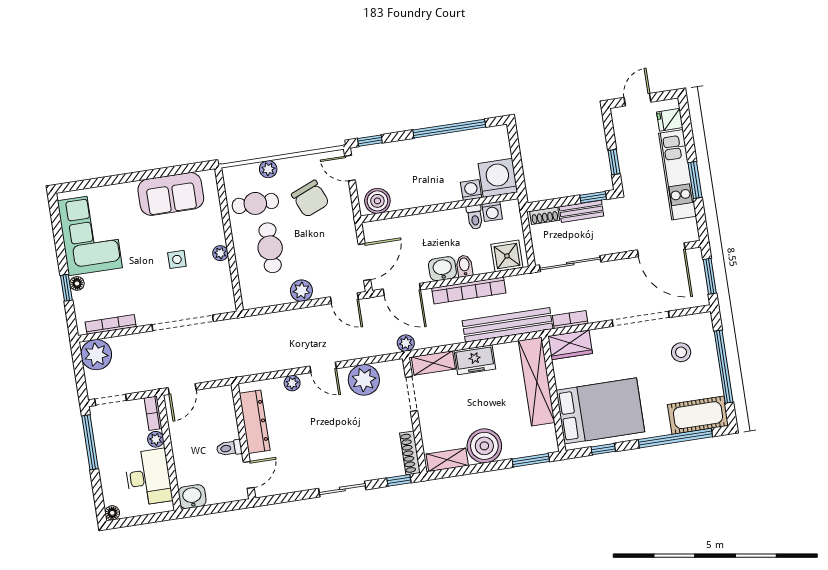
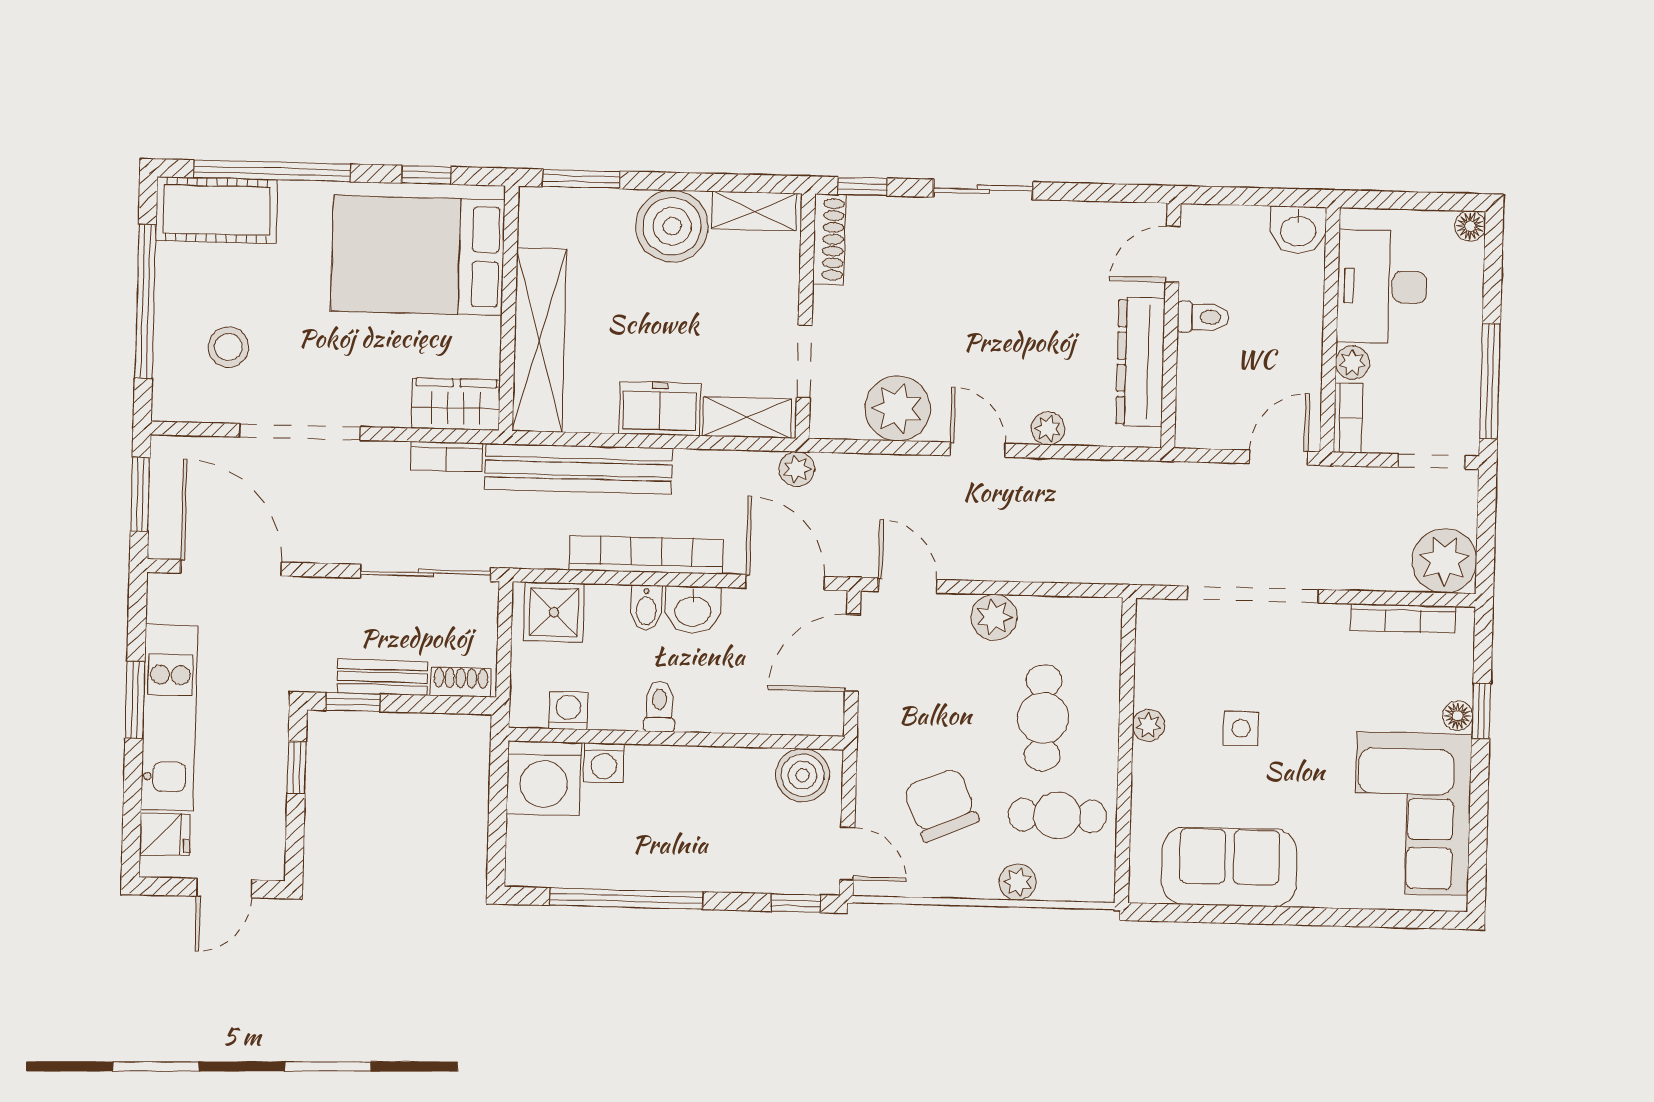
toilet: (475, 217) -> (659, 706), moved

